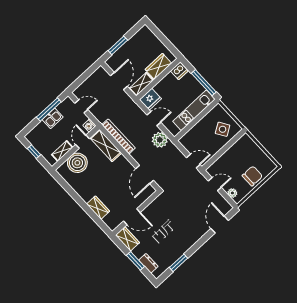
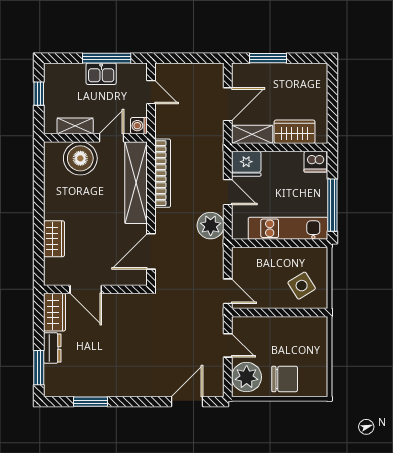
shelving: (106, 145) -> (136, 183), width x1.47
plant: (232, 193) -> (247, 377), width x1.88, depth x1.88
window: (135, 261) -> (39, 368), moved
dresser: (148, 263) -> (52, 348), moved

